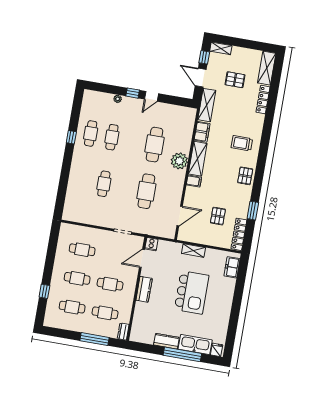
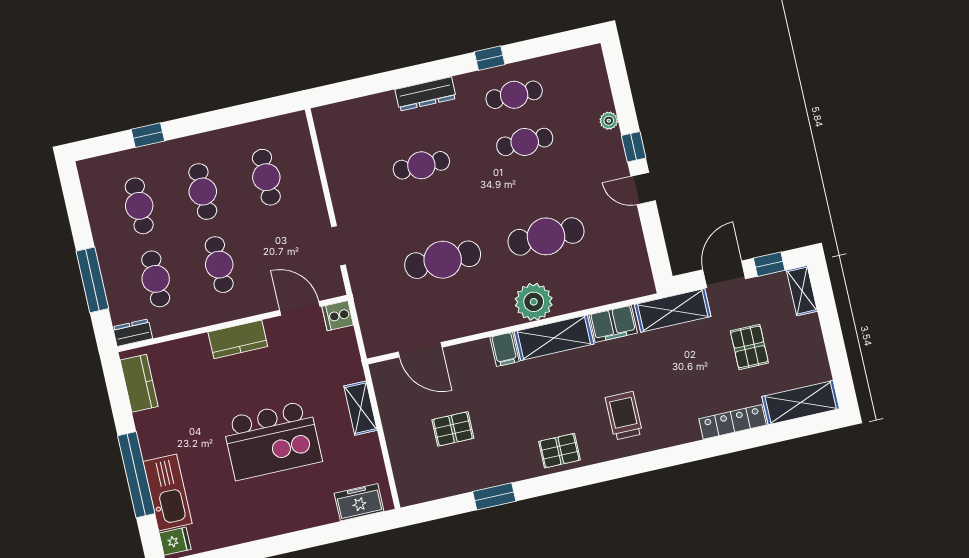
dresser: (75, 170) -> (426, 94), added
locker: (239, 234) -> (433, 488), removed
kitchen counter: (166, 341) -> (139, 383), moved

